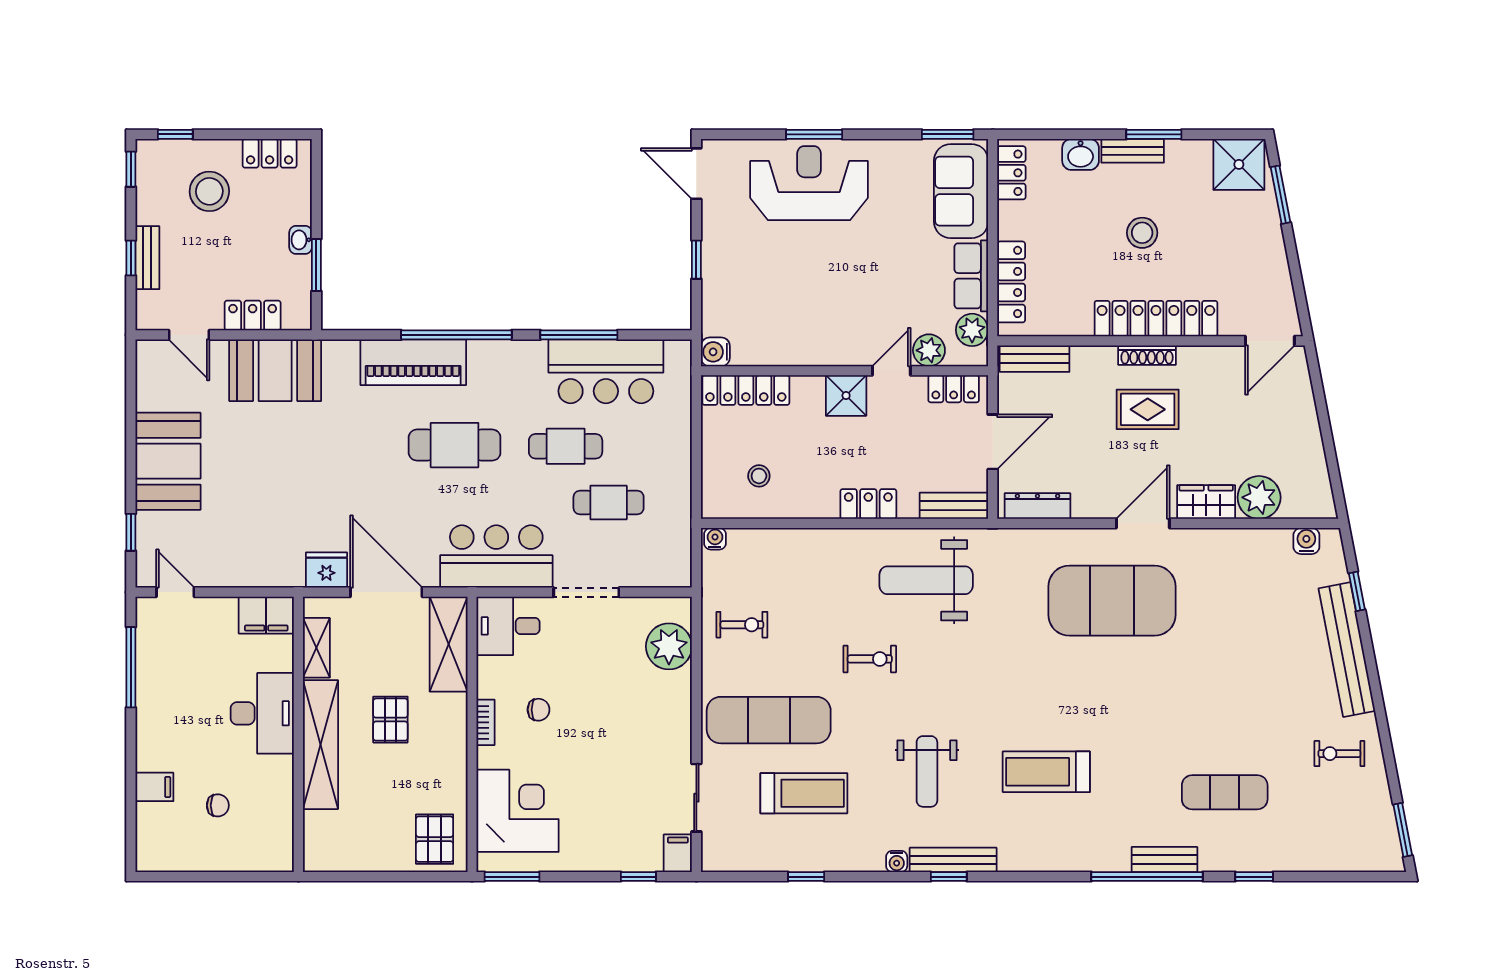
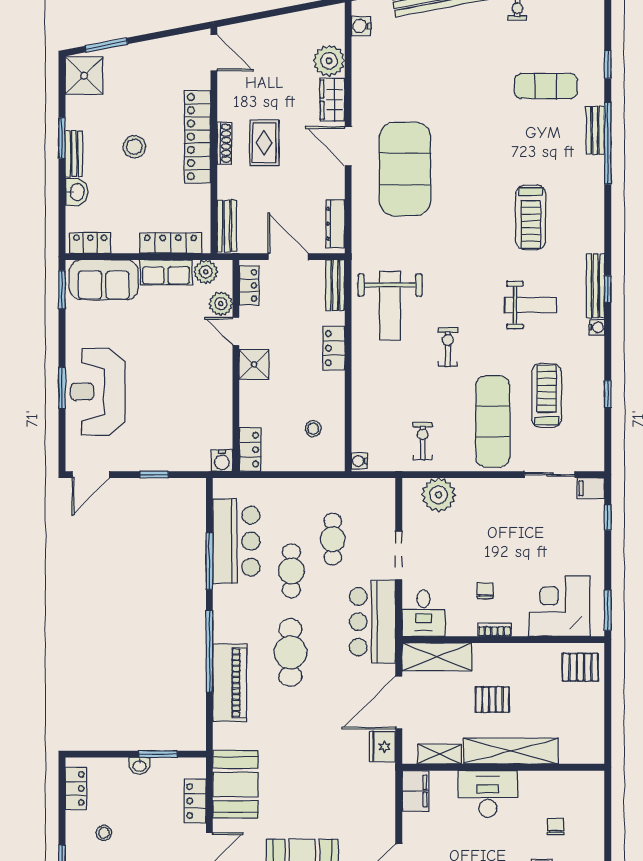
stool: (209, 191) -> (104, 833), width x0.53, depth x0.53
locker: (746, 390) -> (250, 450), width x0.66
exercise mat: (1225, 792) -> (546, 86), turned 90

